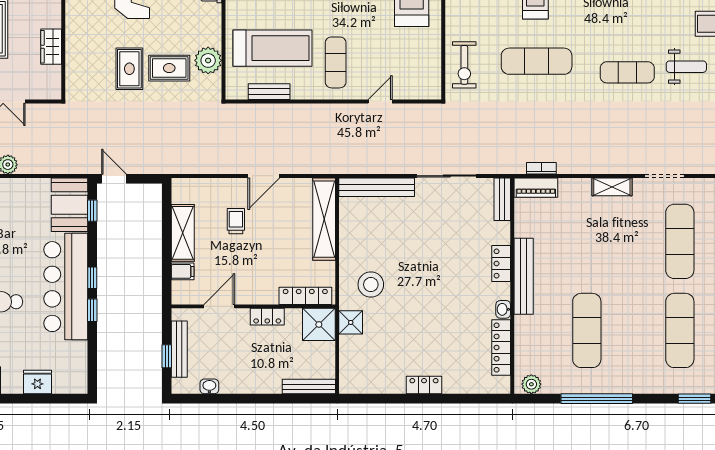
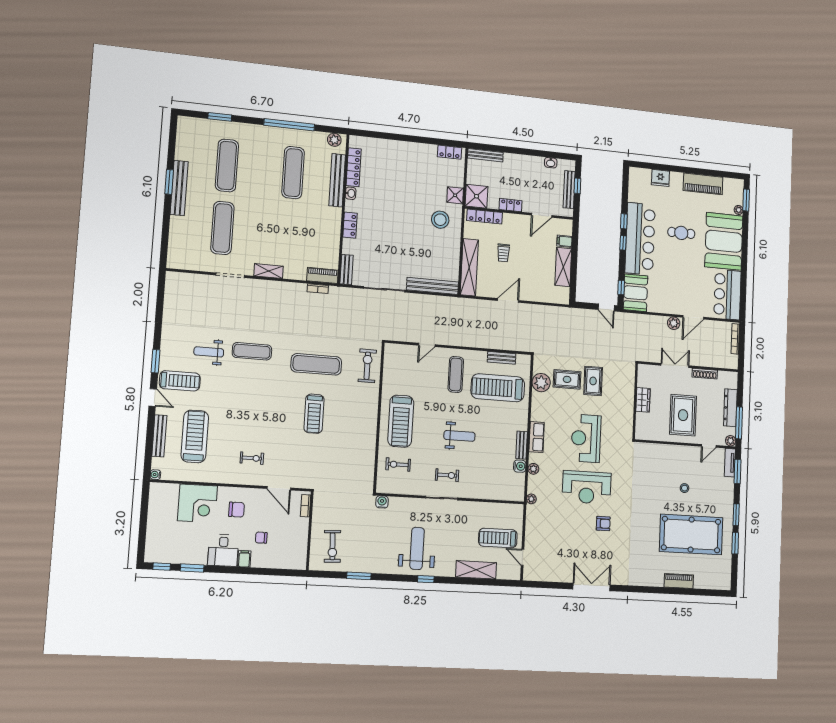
trolley: (236, 221) -> (503, 253), moved
bench: (524, 276) -> (337, 180), moved
locker: (424, 385) -> (450, 152), moved

